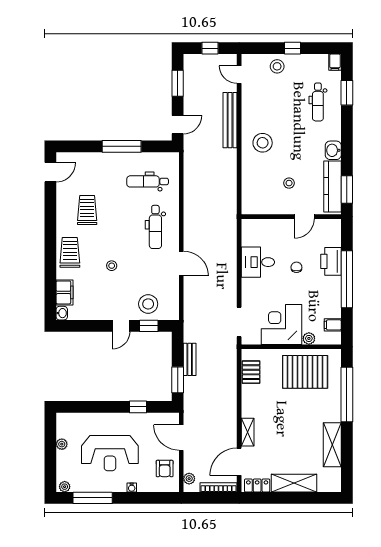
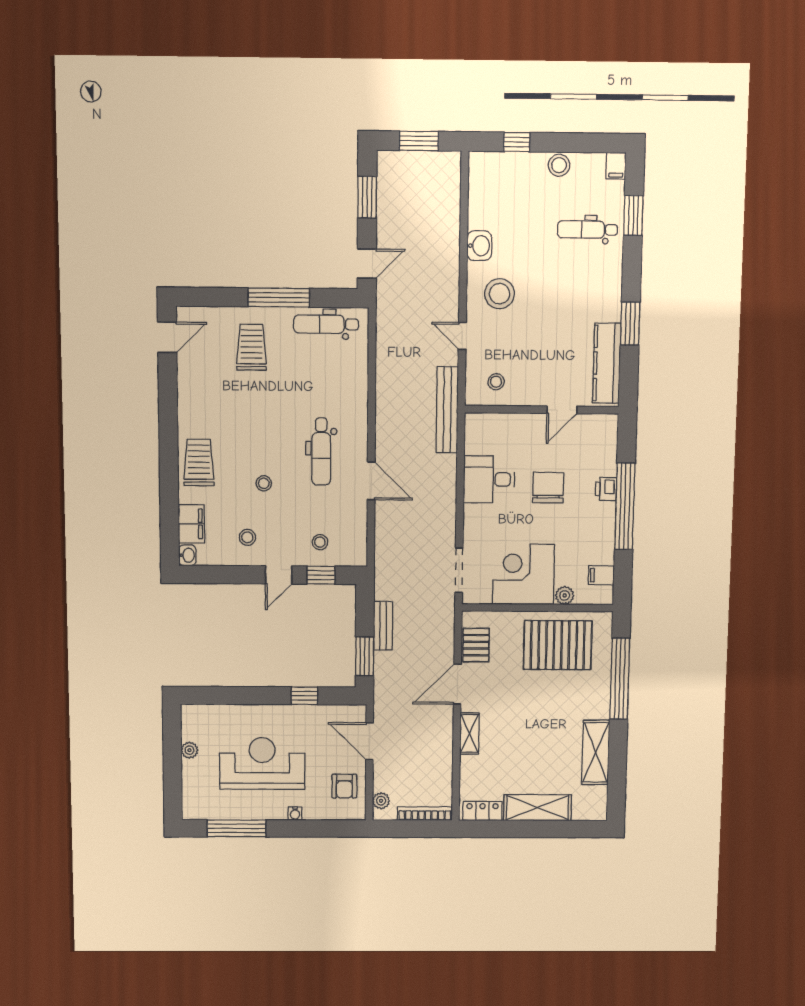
window: (210, 48) -> (419, 141), width x1.50
window: (293, 48) -> (517, 142), moved
stool: (277, 66) -> (559, 165), moved
door: (239, 75) -> (462, 336), moved
dental chair: (318, 102) -> (588, 230), turned 90
bench: (230, 120) -> (447, 410), moved
washbasin: (333, 150) -> (479, 246), moved, turned 180
dental chair: (148, 181) -> (326, 324), moved
stool: (289, 183) -> (496, 382), moved
window: (347, 189) -> (630, 324), moved
trolley: (87, 210) -> (251, 347), moved
dental chair: (155, 227) -> (321, 452), moved
printer: (331, 261) -> (606, 489), width x0.53, depth x0.68
chair: (296, 267) -> (548, 488), width x1.87, depth x1.87
stool: (101, 301) -> (247, 537), added
stool: (148, 304) -> (320, 542), width x0.53, depth x0.53
reception desk: (110, 453) -> (262, 763), turned 180
door: (239, 462) -> (457, 684), moved
plant: (65, 487) -> (194, 812), removed

